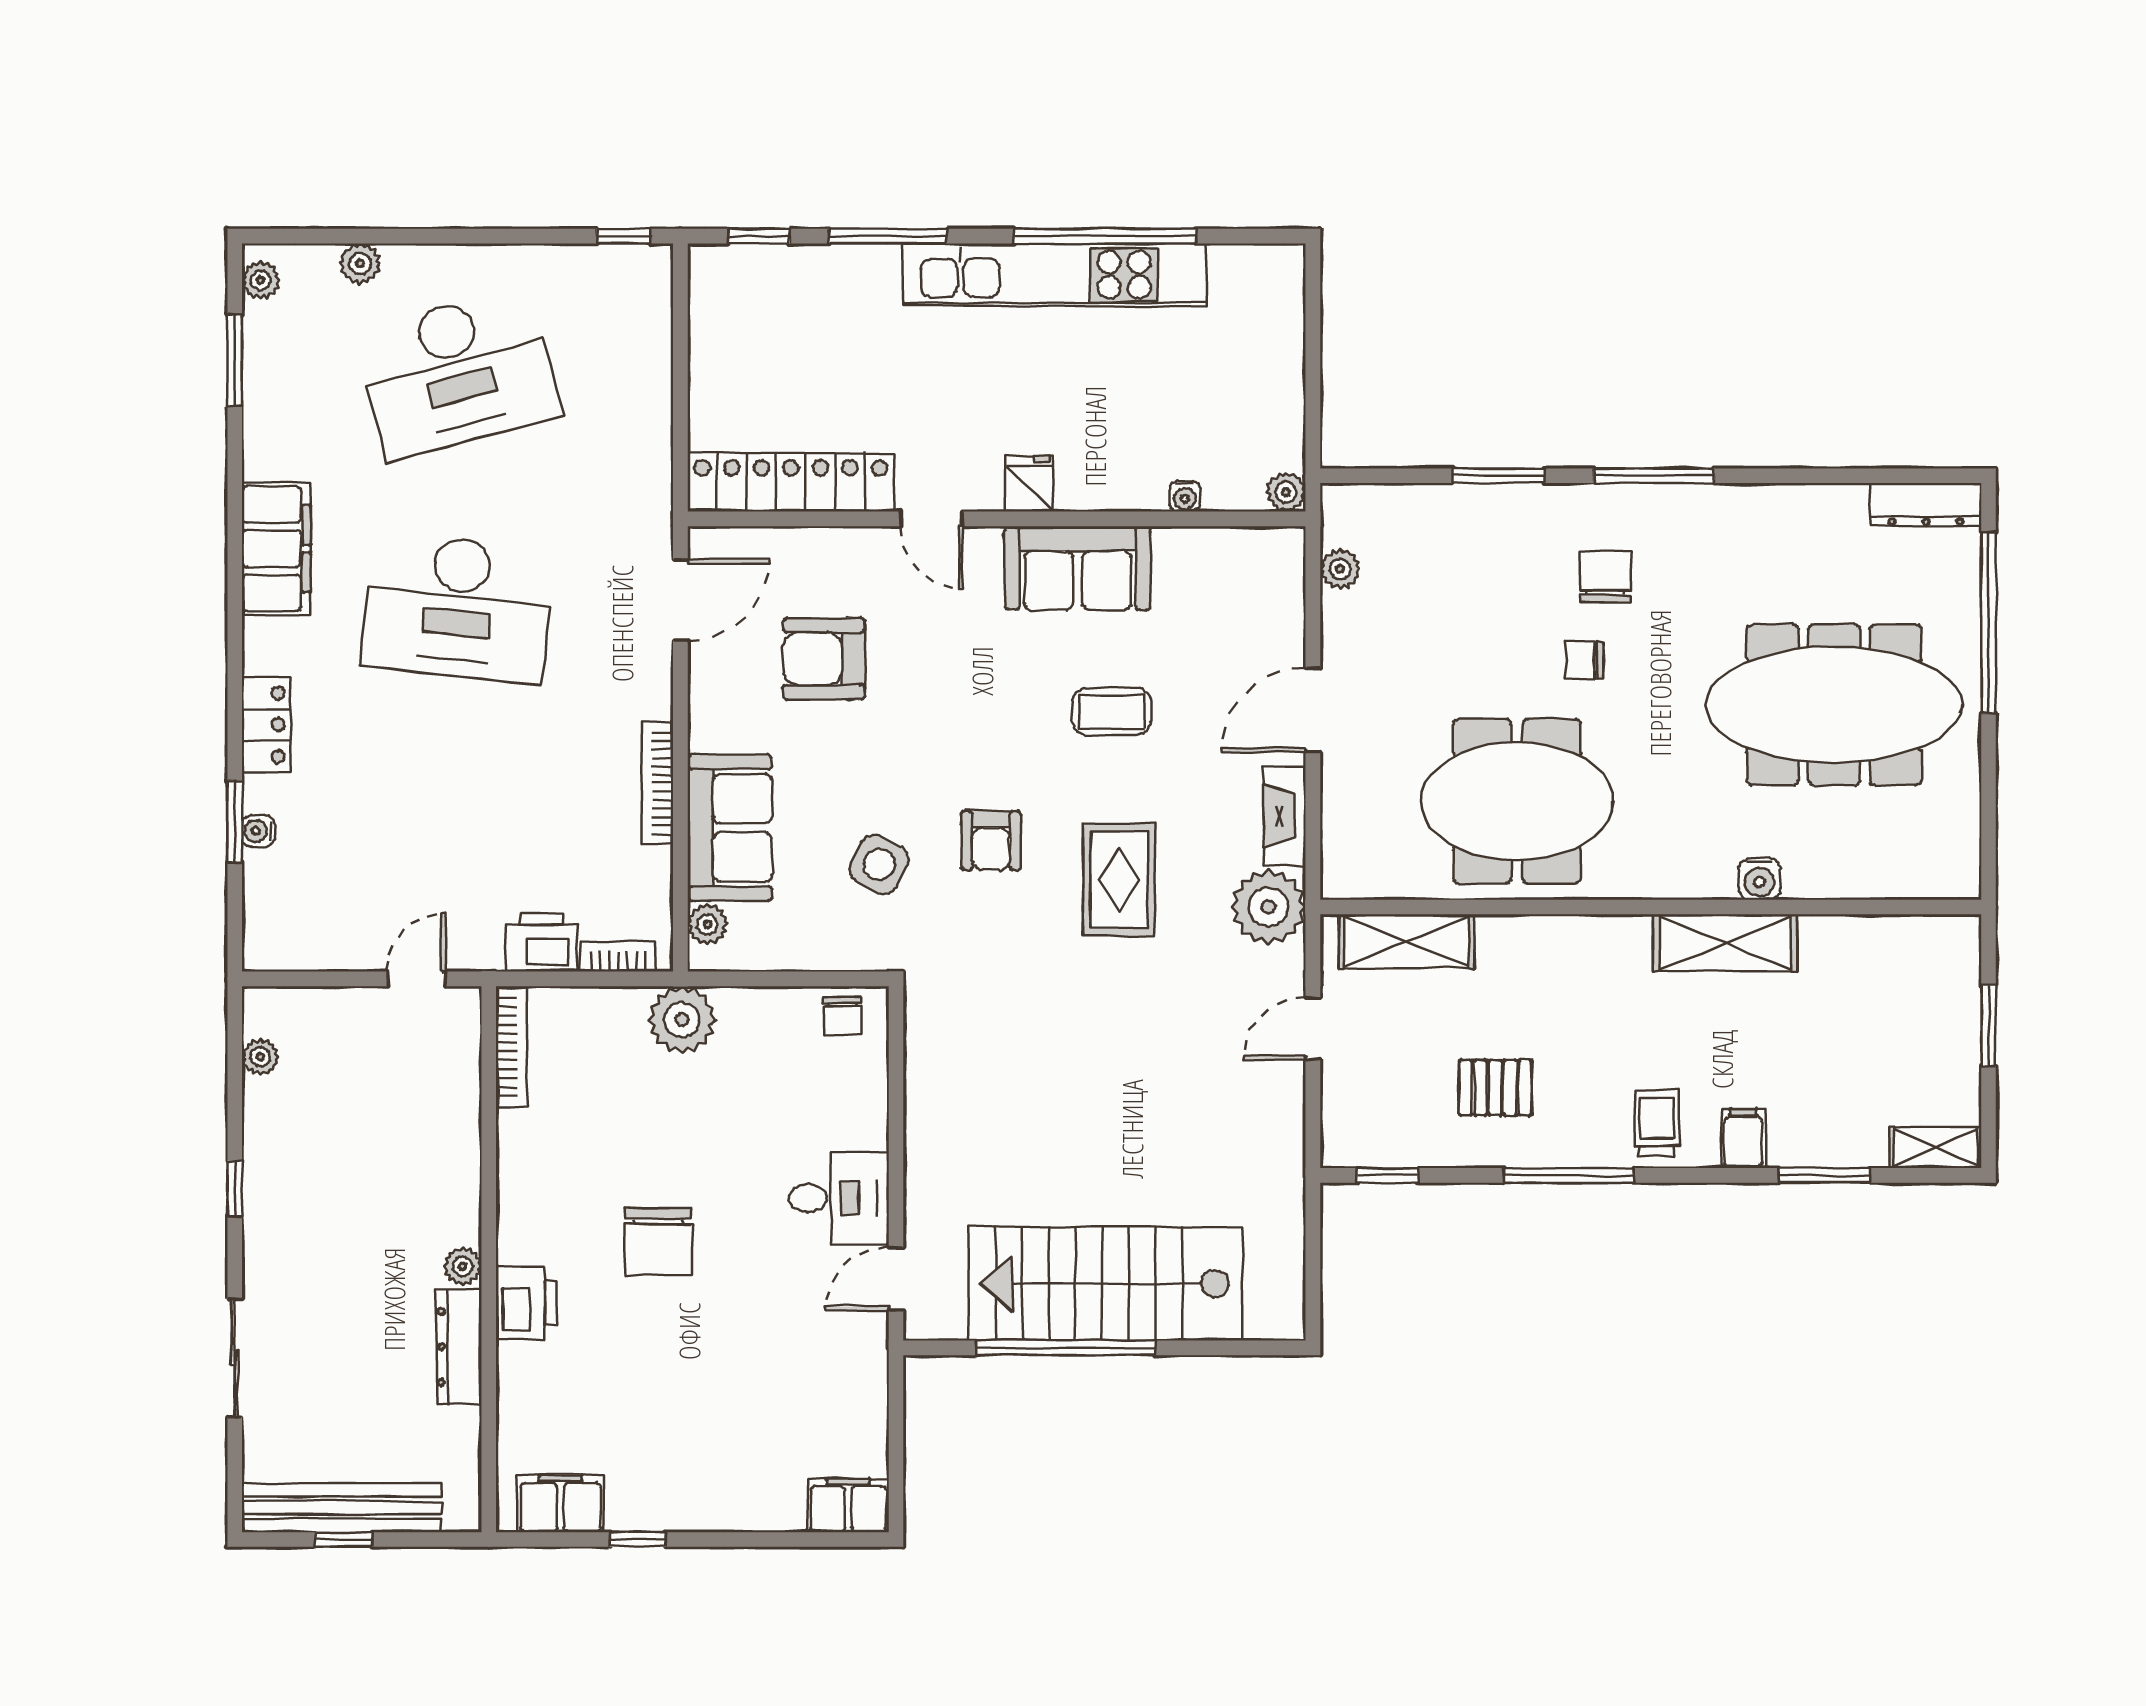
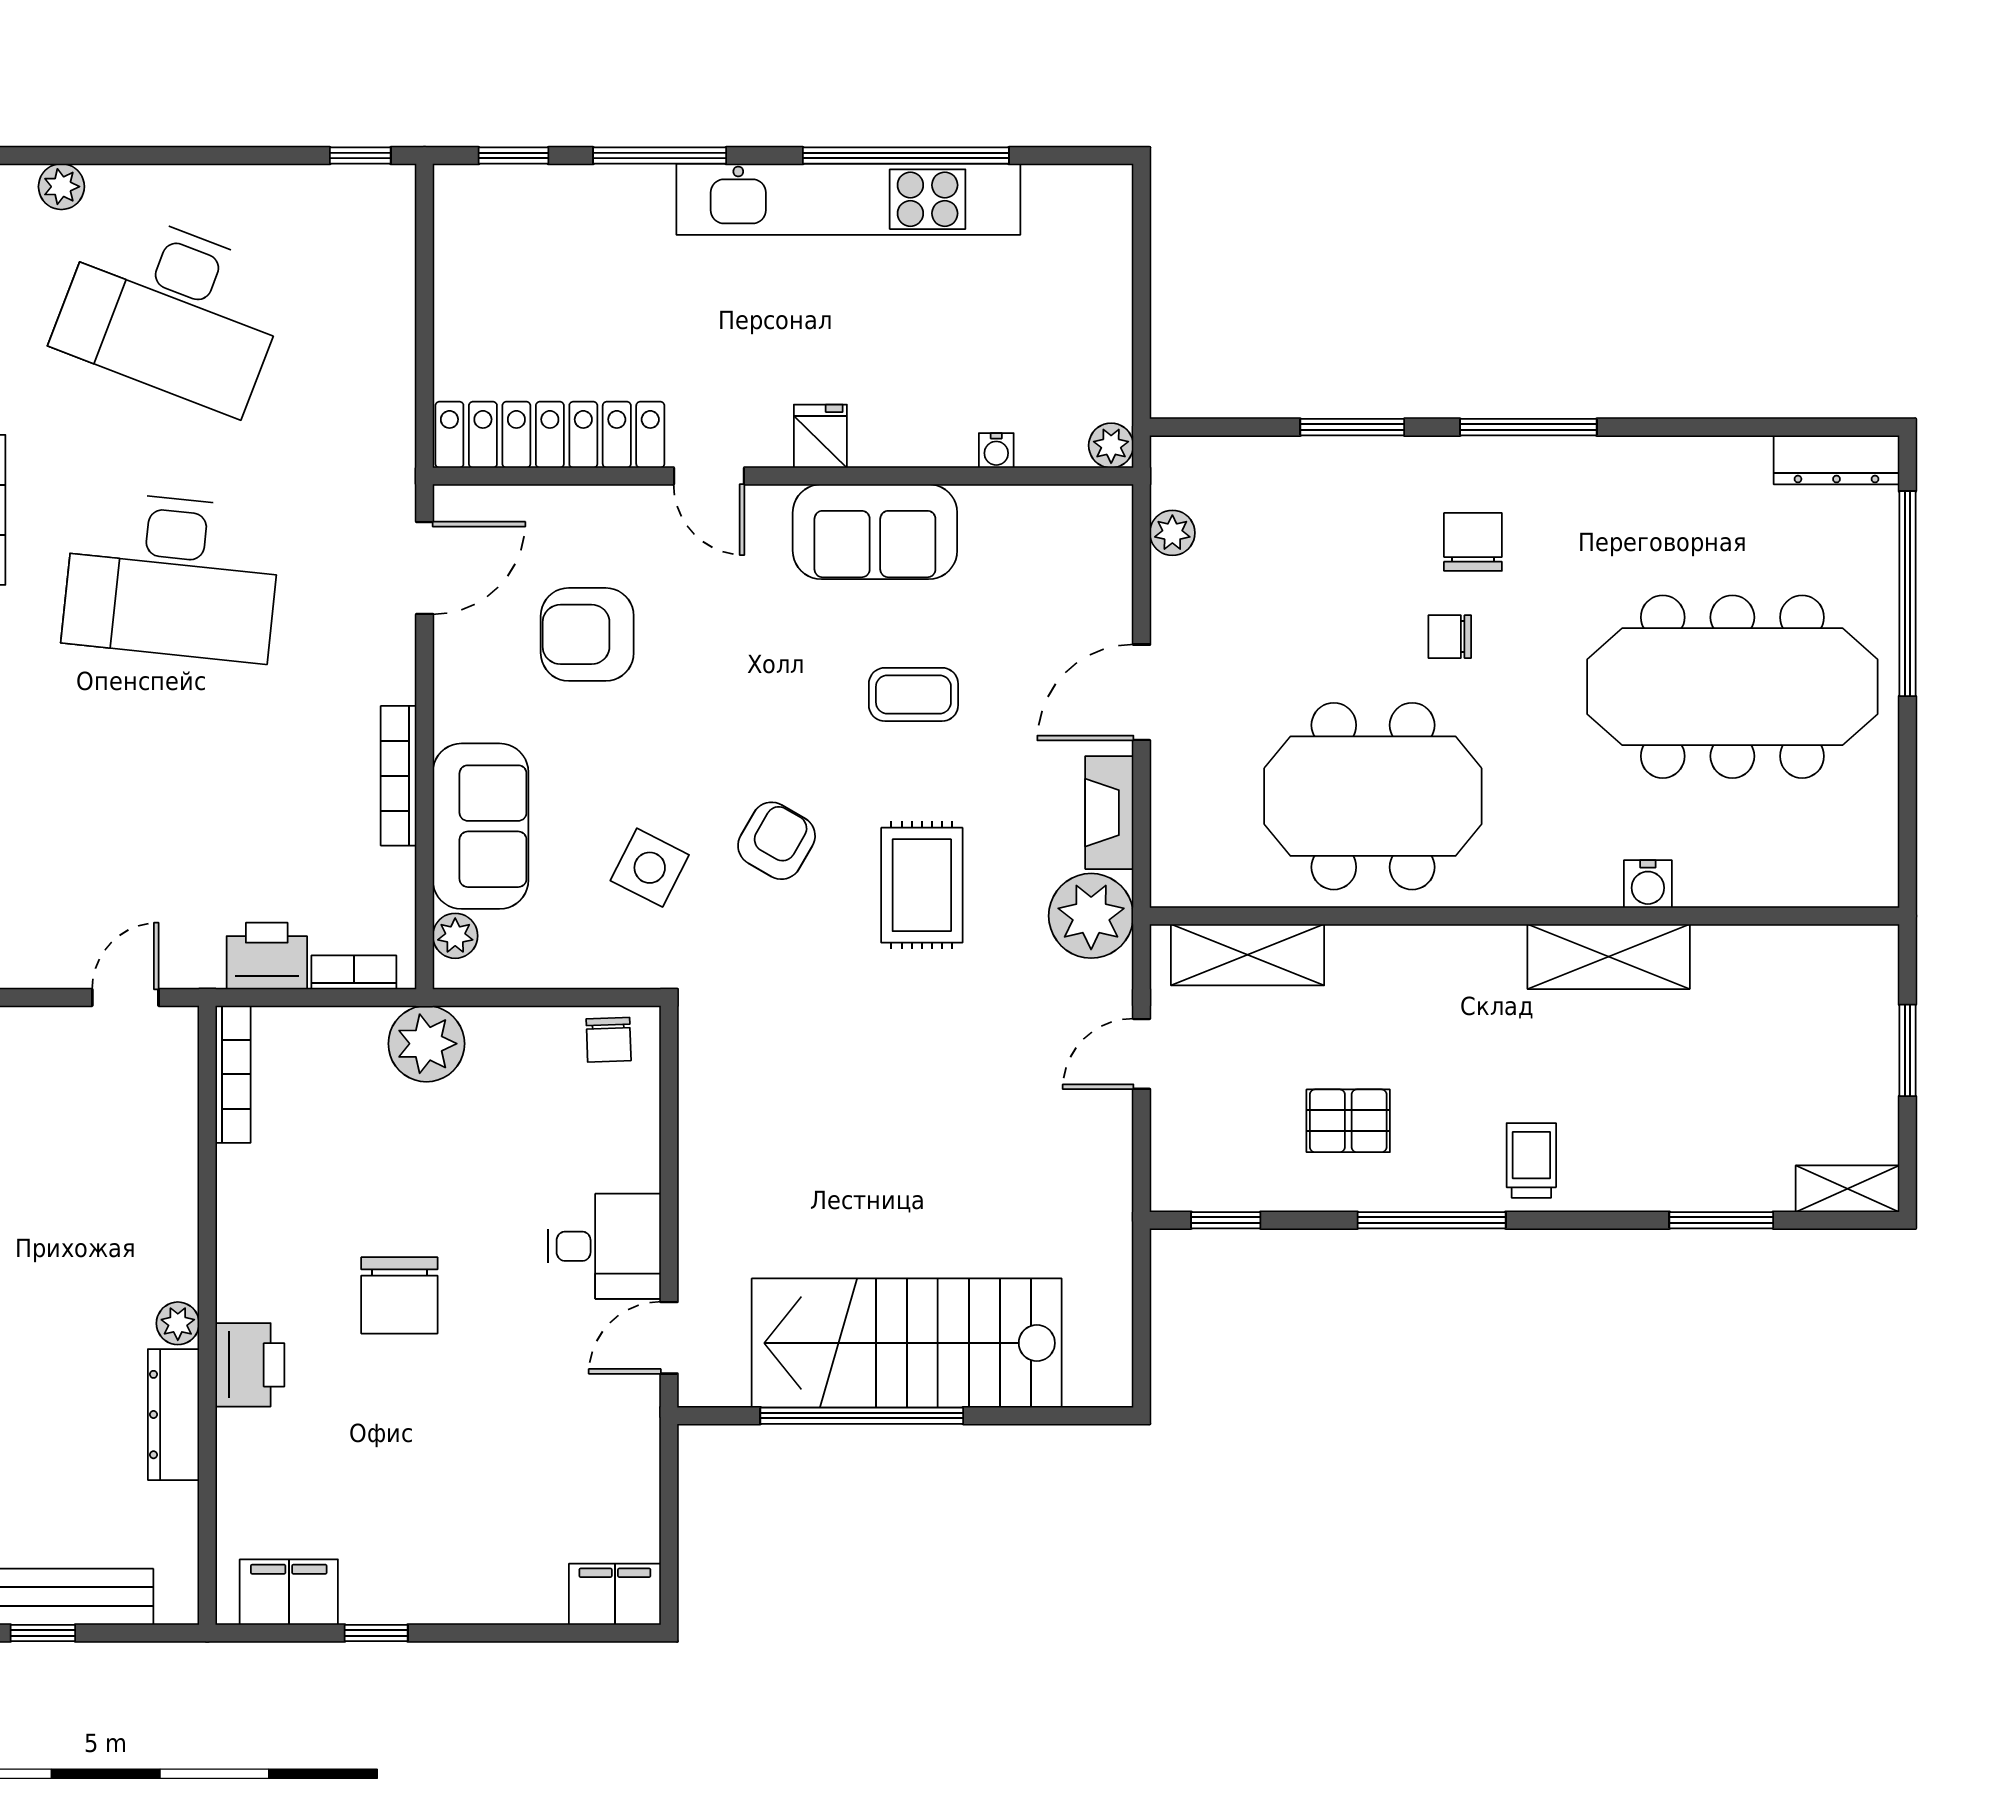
desk: (458, 373) -> (172, 311), turned 36
armchair: (991, 841) -> (777, 841), turned -150
filing cabinet: (1743, 1138) -> (1629, 1178), removed

